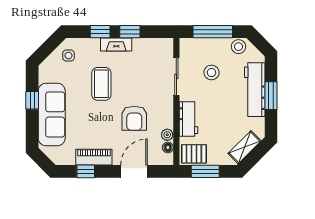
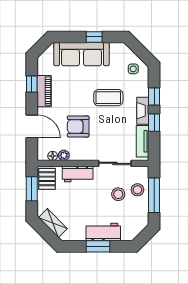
tv unit: (151, 45) -> (143, 141), added
stool: (239, 47) -> (137, 190), moved
workbench: (255, 90) -> (103, 232), width x0.73

